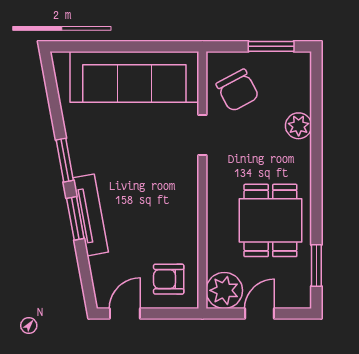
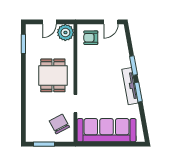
plant: (299, 126) -> (31, 108), removed
tv unit: (91, 215) -> (130, 86), moved
dining table: (270, 220) -> (53, 75), moved
armchair: (169, 279) -> (91, 38), turned 180

